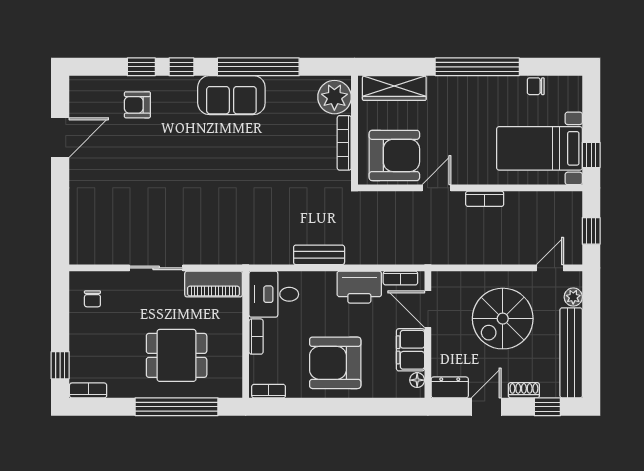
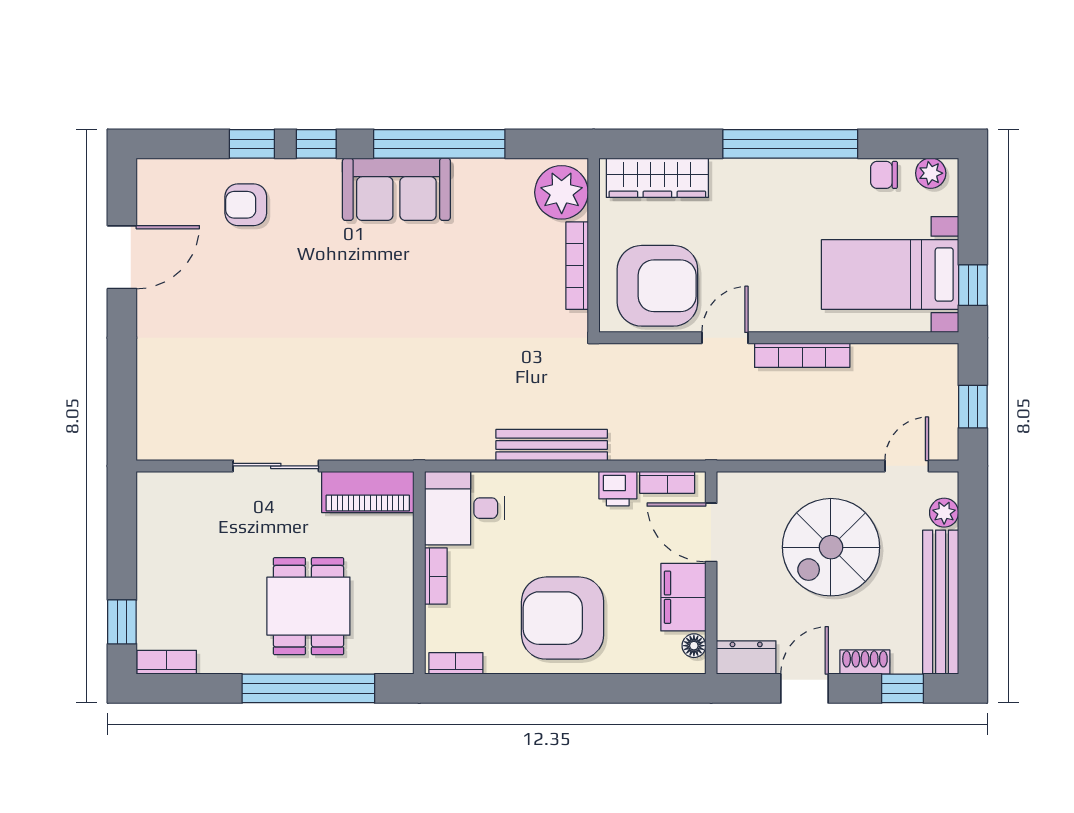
plant: (565, 85) -> (931, 173), added
bookcase: (485, 199) -> (802, 355), width x1.56
bench: (319, 255) -> (552, 445), width x1.36
printer: (359, 287) -> (618, 489), width x0.53, depth x0.68
chair: (92, 299) -> (174, 515), removed
dining table: (177, 355) -> (308, 606), turned 90

